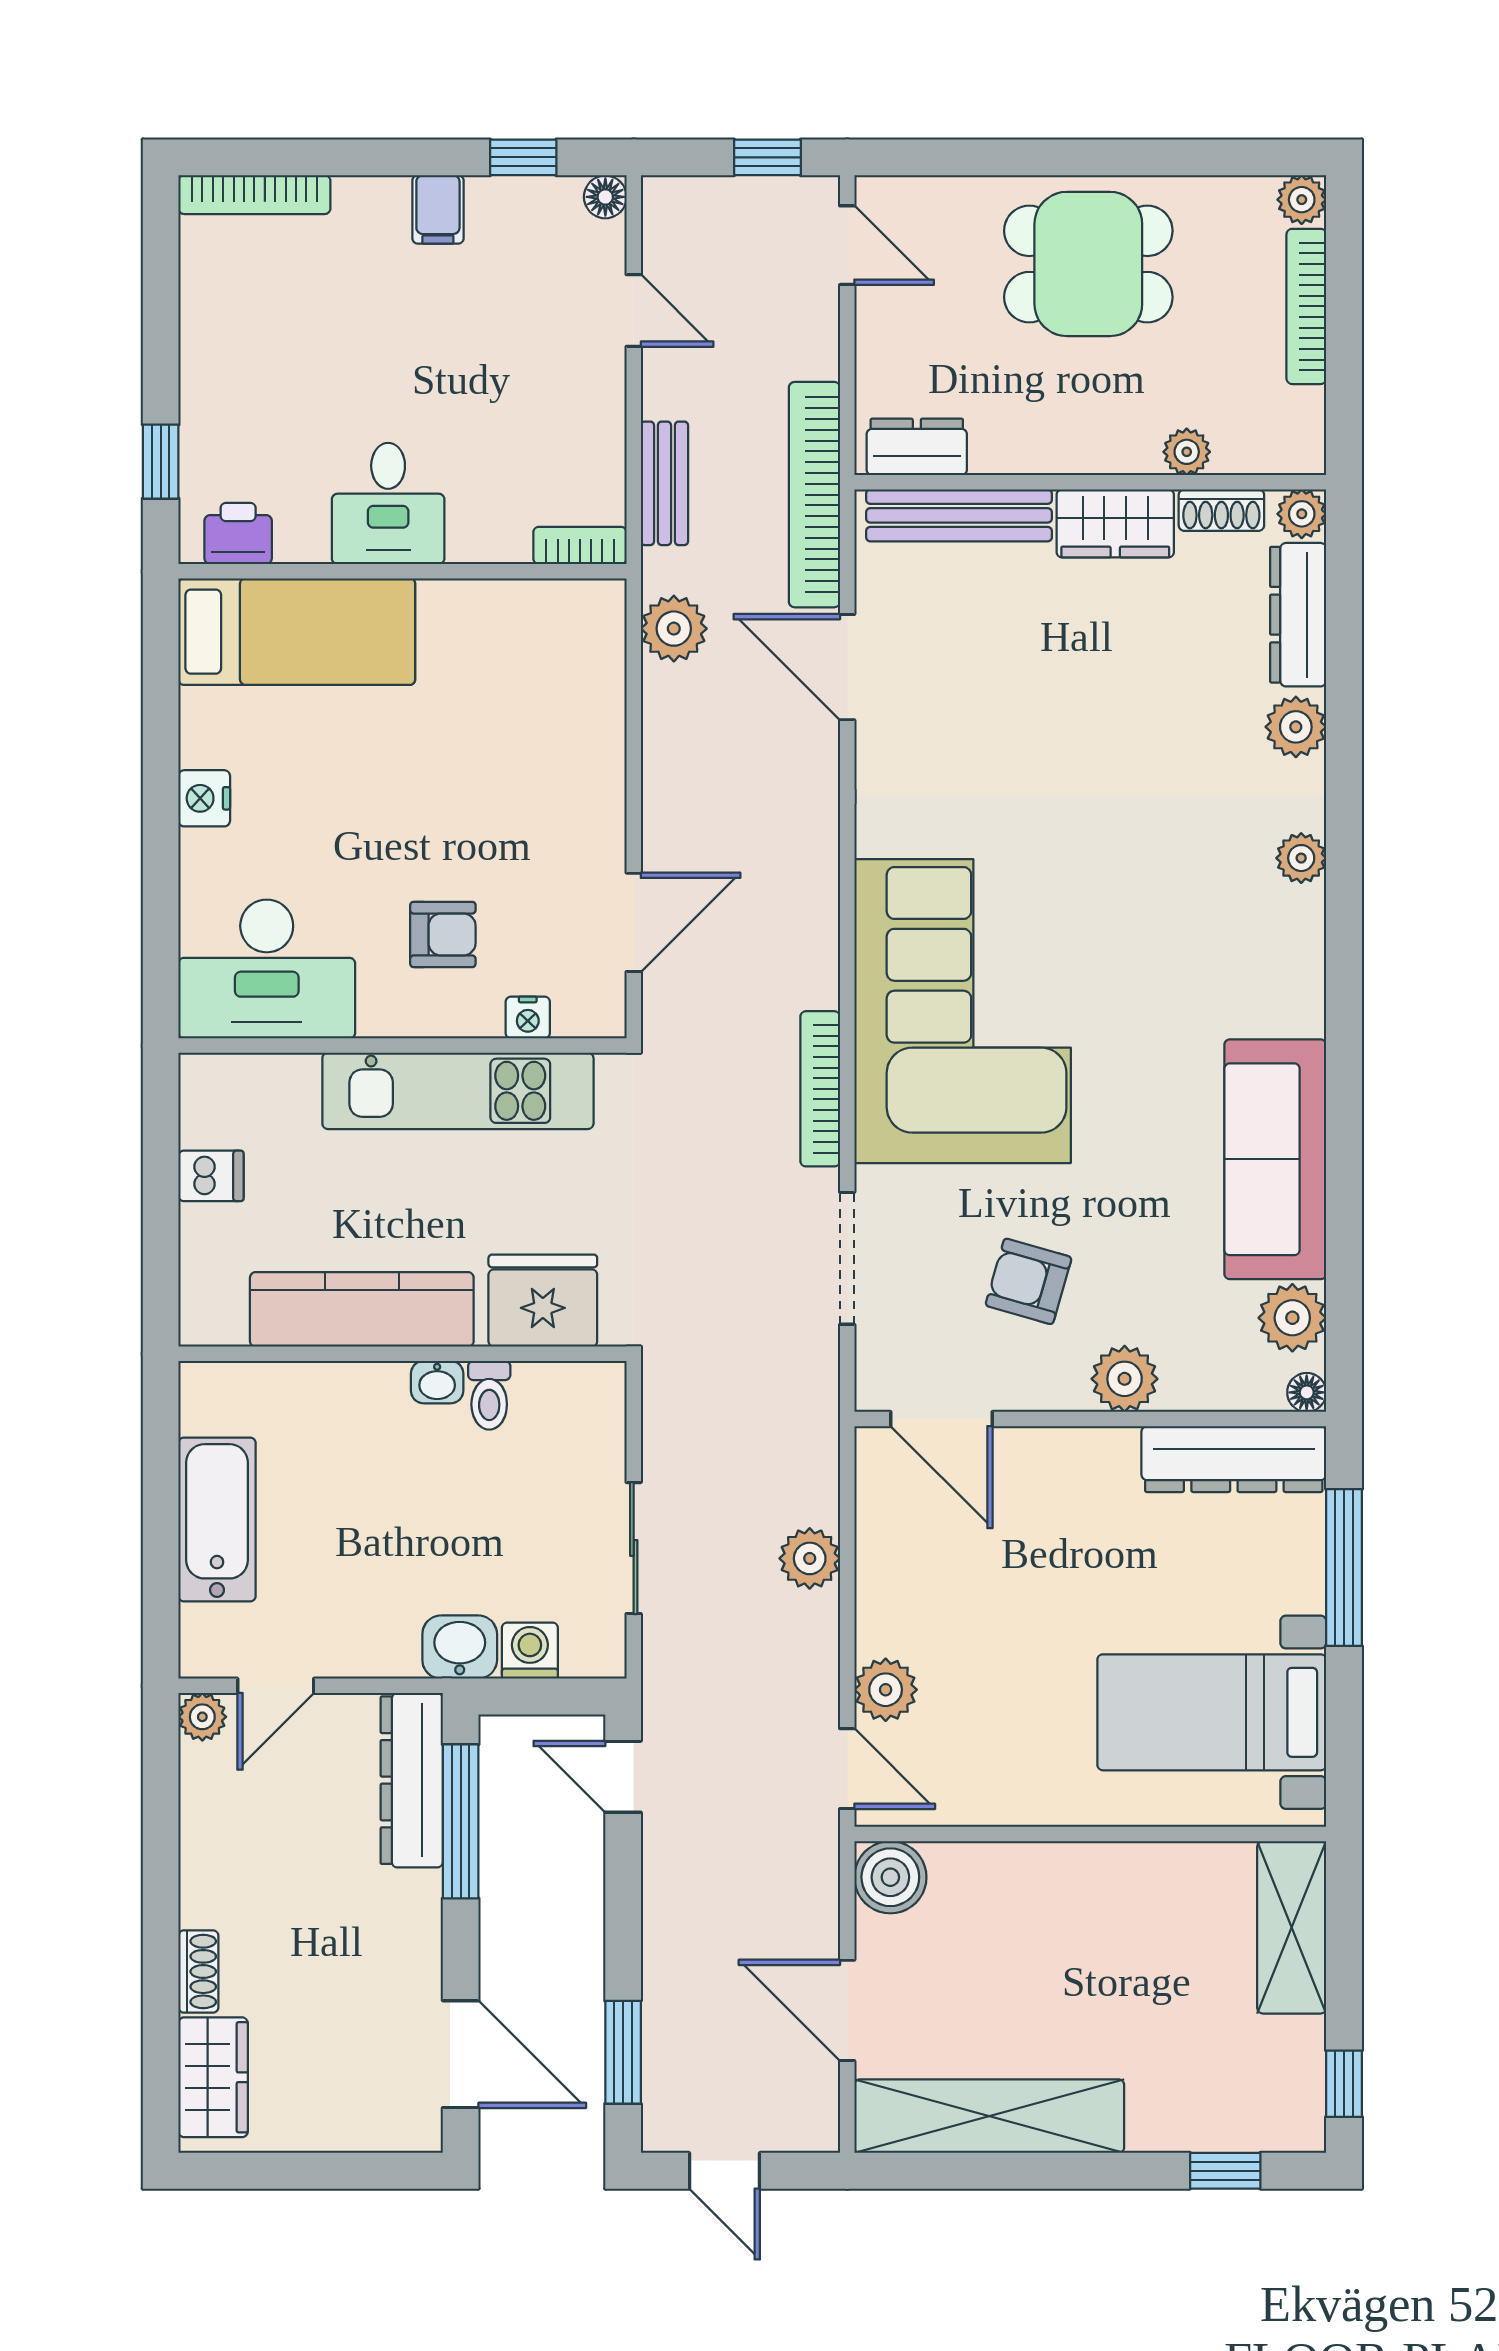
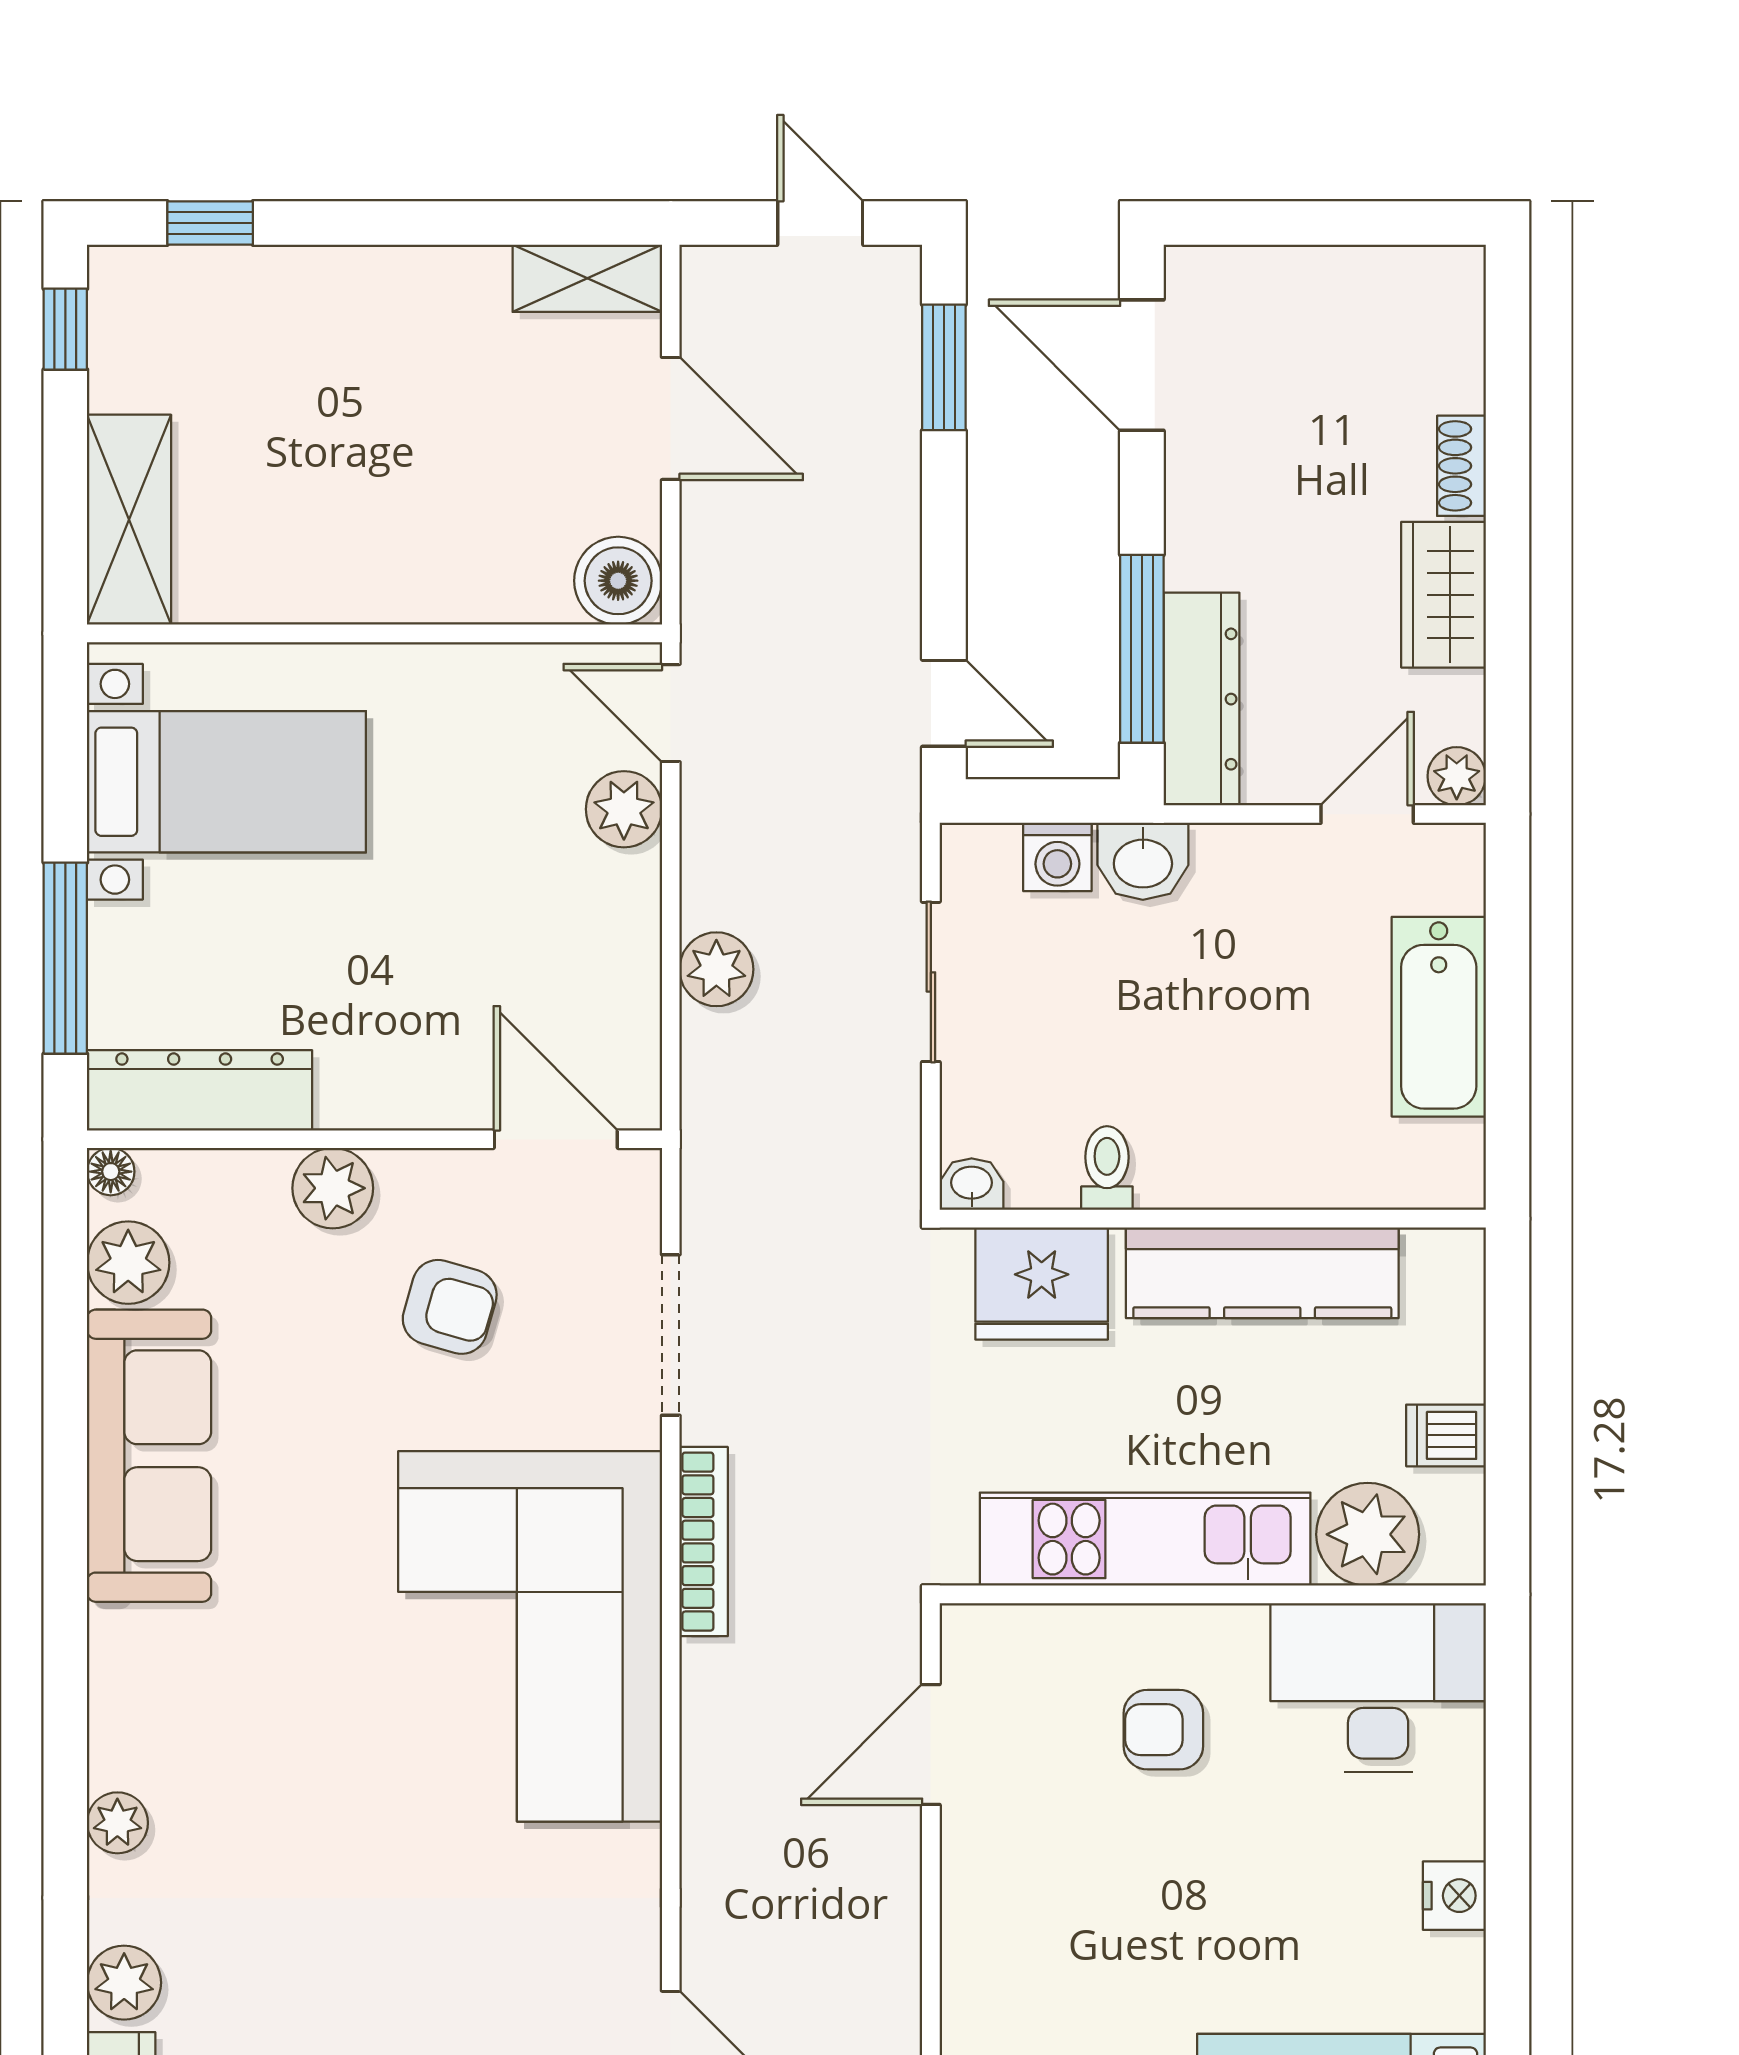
nightstand: (528, 1017) -> (1060, 1629), removed
plant: (275, 1095) -> (1368, 1534), added
washbasin: (437, 1382) -> (972, 1184), moved
wardrobe: (213, 2077) -> (1443, 595), moved
shelving: (989, 2116) -> (587, 278), width x0.45, depth x0.75

